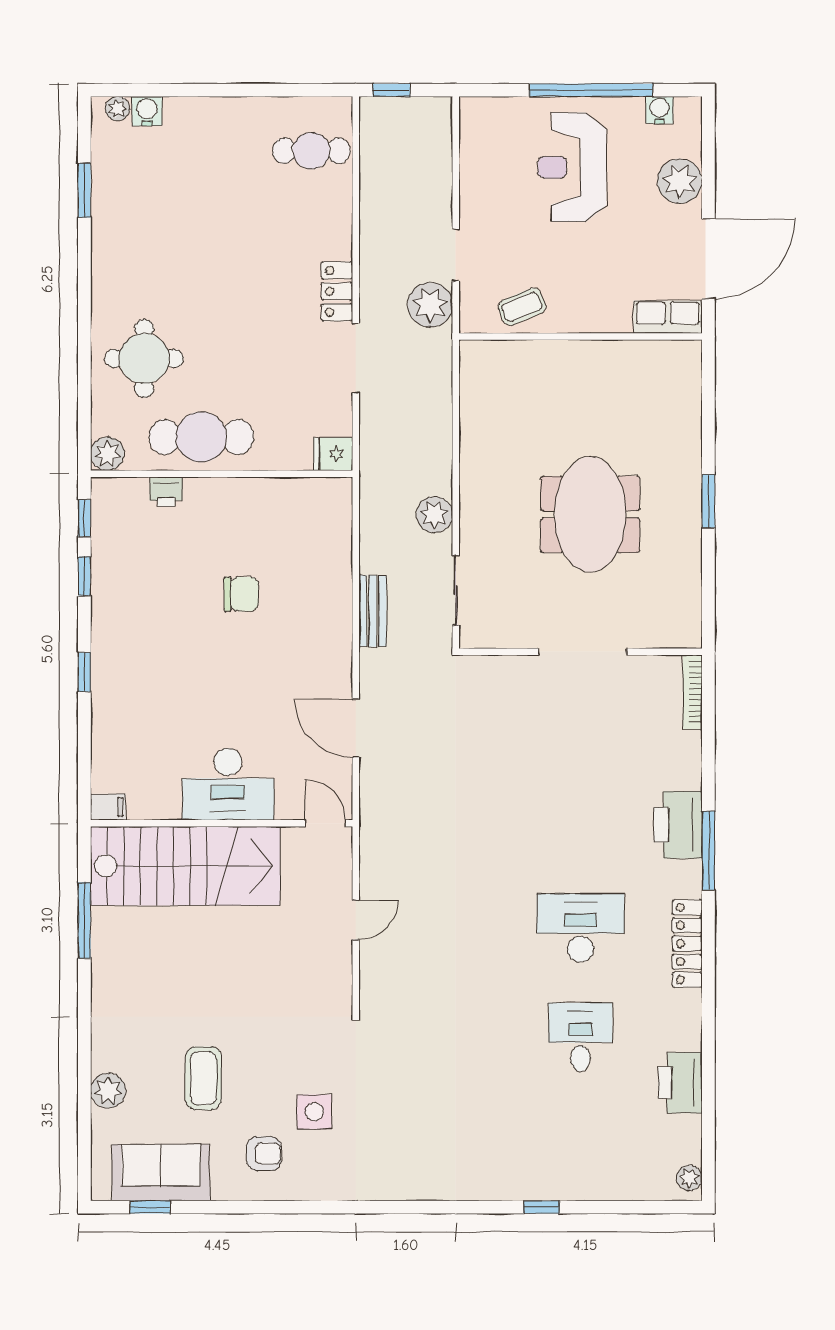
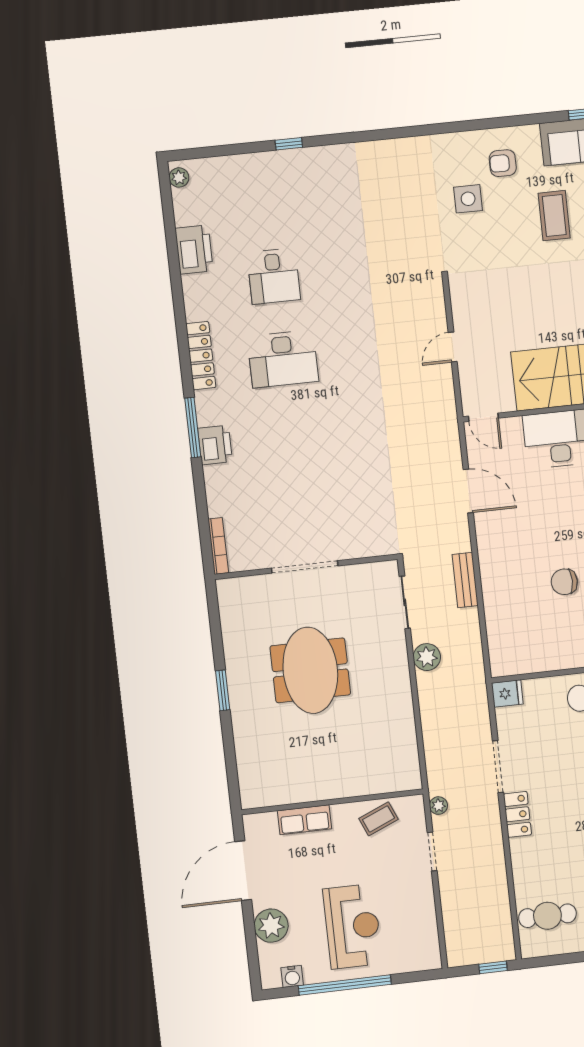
plant: (430, 305) -> (438, 806), width x0.53, depth x0.53
row of seats: (668, 317) -> (305, 820), moved
printer: (678, 825) -> (215, 445), width x0.73, depth x0.84

